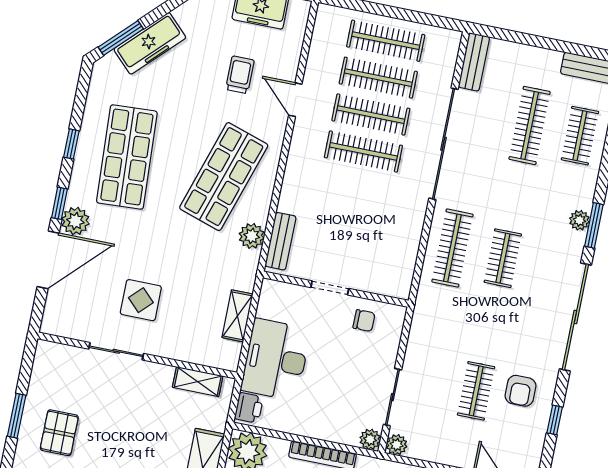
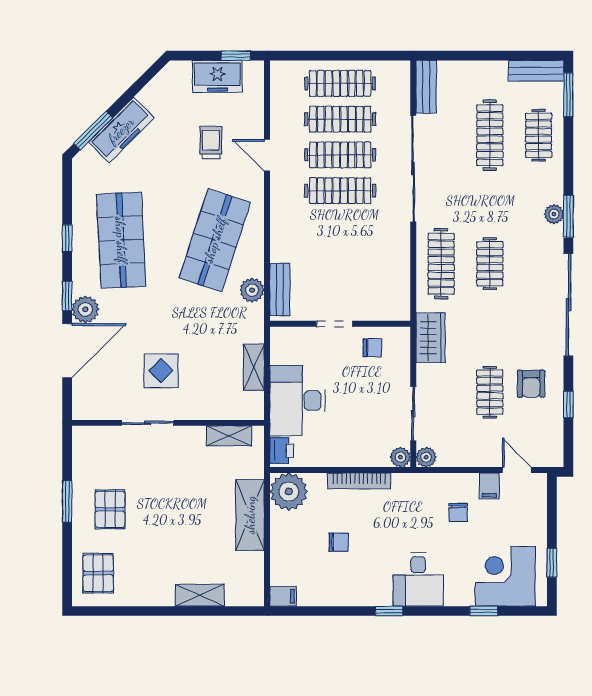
wardrobe: (426, 322) -> (431, 338), added

